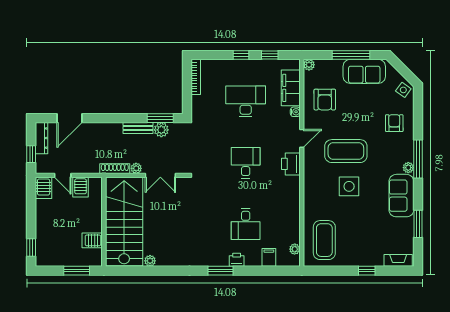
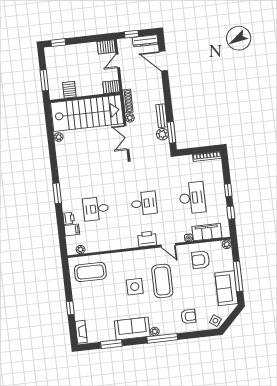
server rack: (81, 187) -> (111, 87), moved
printer: (237, 260) -> (69, 218), moved

